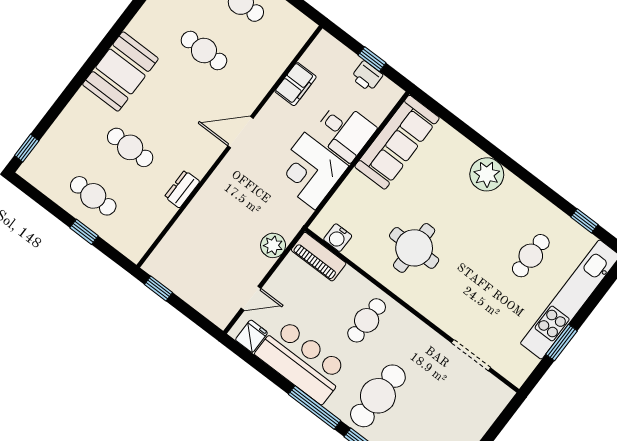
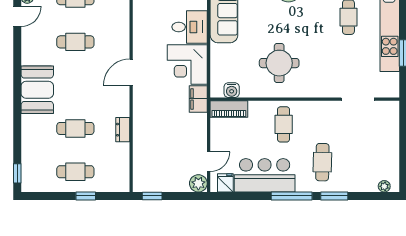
filing cabinet: (296, 84) -> (198, 99), moved, turned 180
plant: (273, 245) -> (198, 183), moved
cafe table: (378, 396) -> (322, 162), width x0.73, depth x0.74

